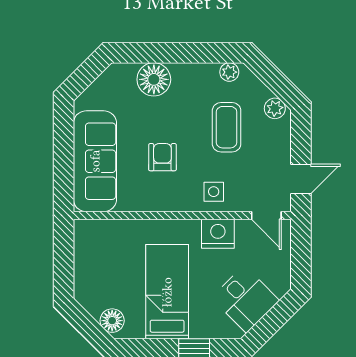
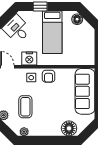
floor lamp: (154, 79) -> (69, 128), moved
armchair: (162, 157) -> (49, 76), moved

